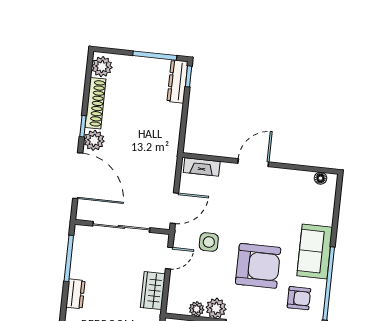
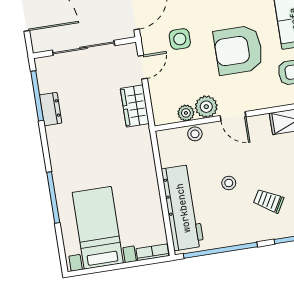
armchair: (258, 266) -> (238, 50), turned 180
dresser: (75, 294) -> (51, 109), moved

